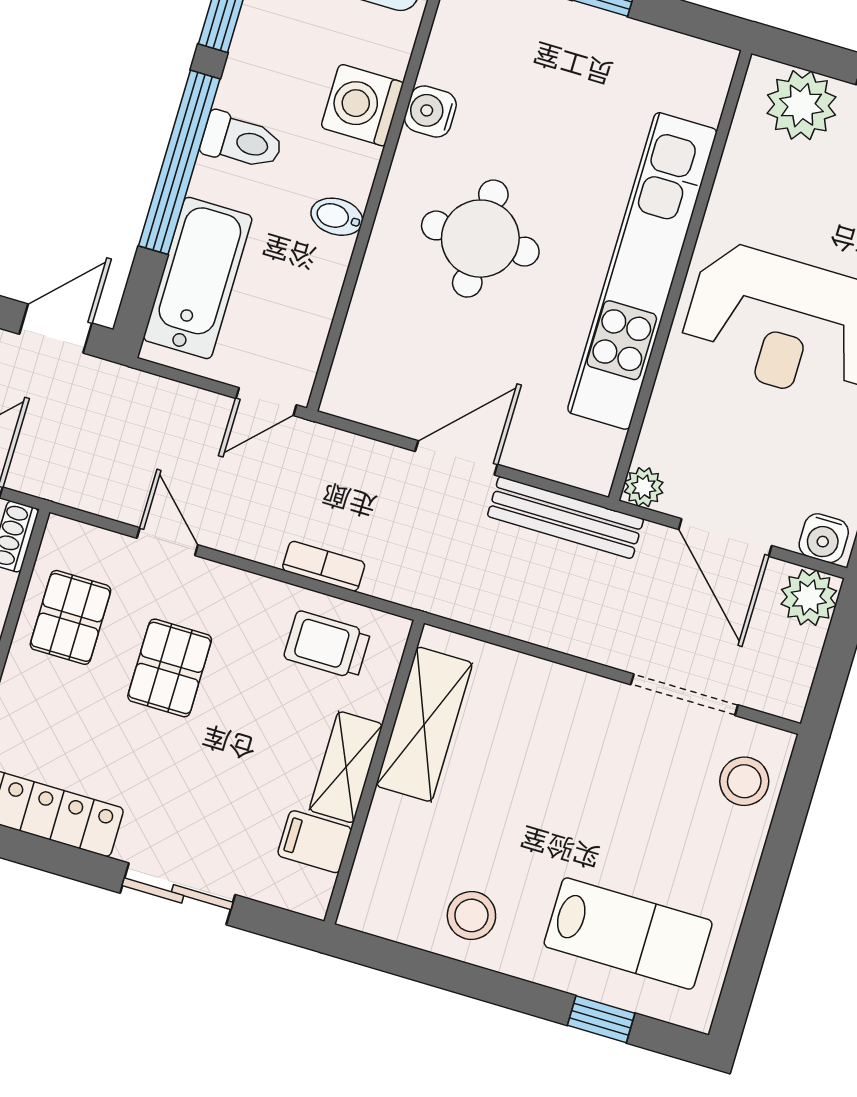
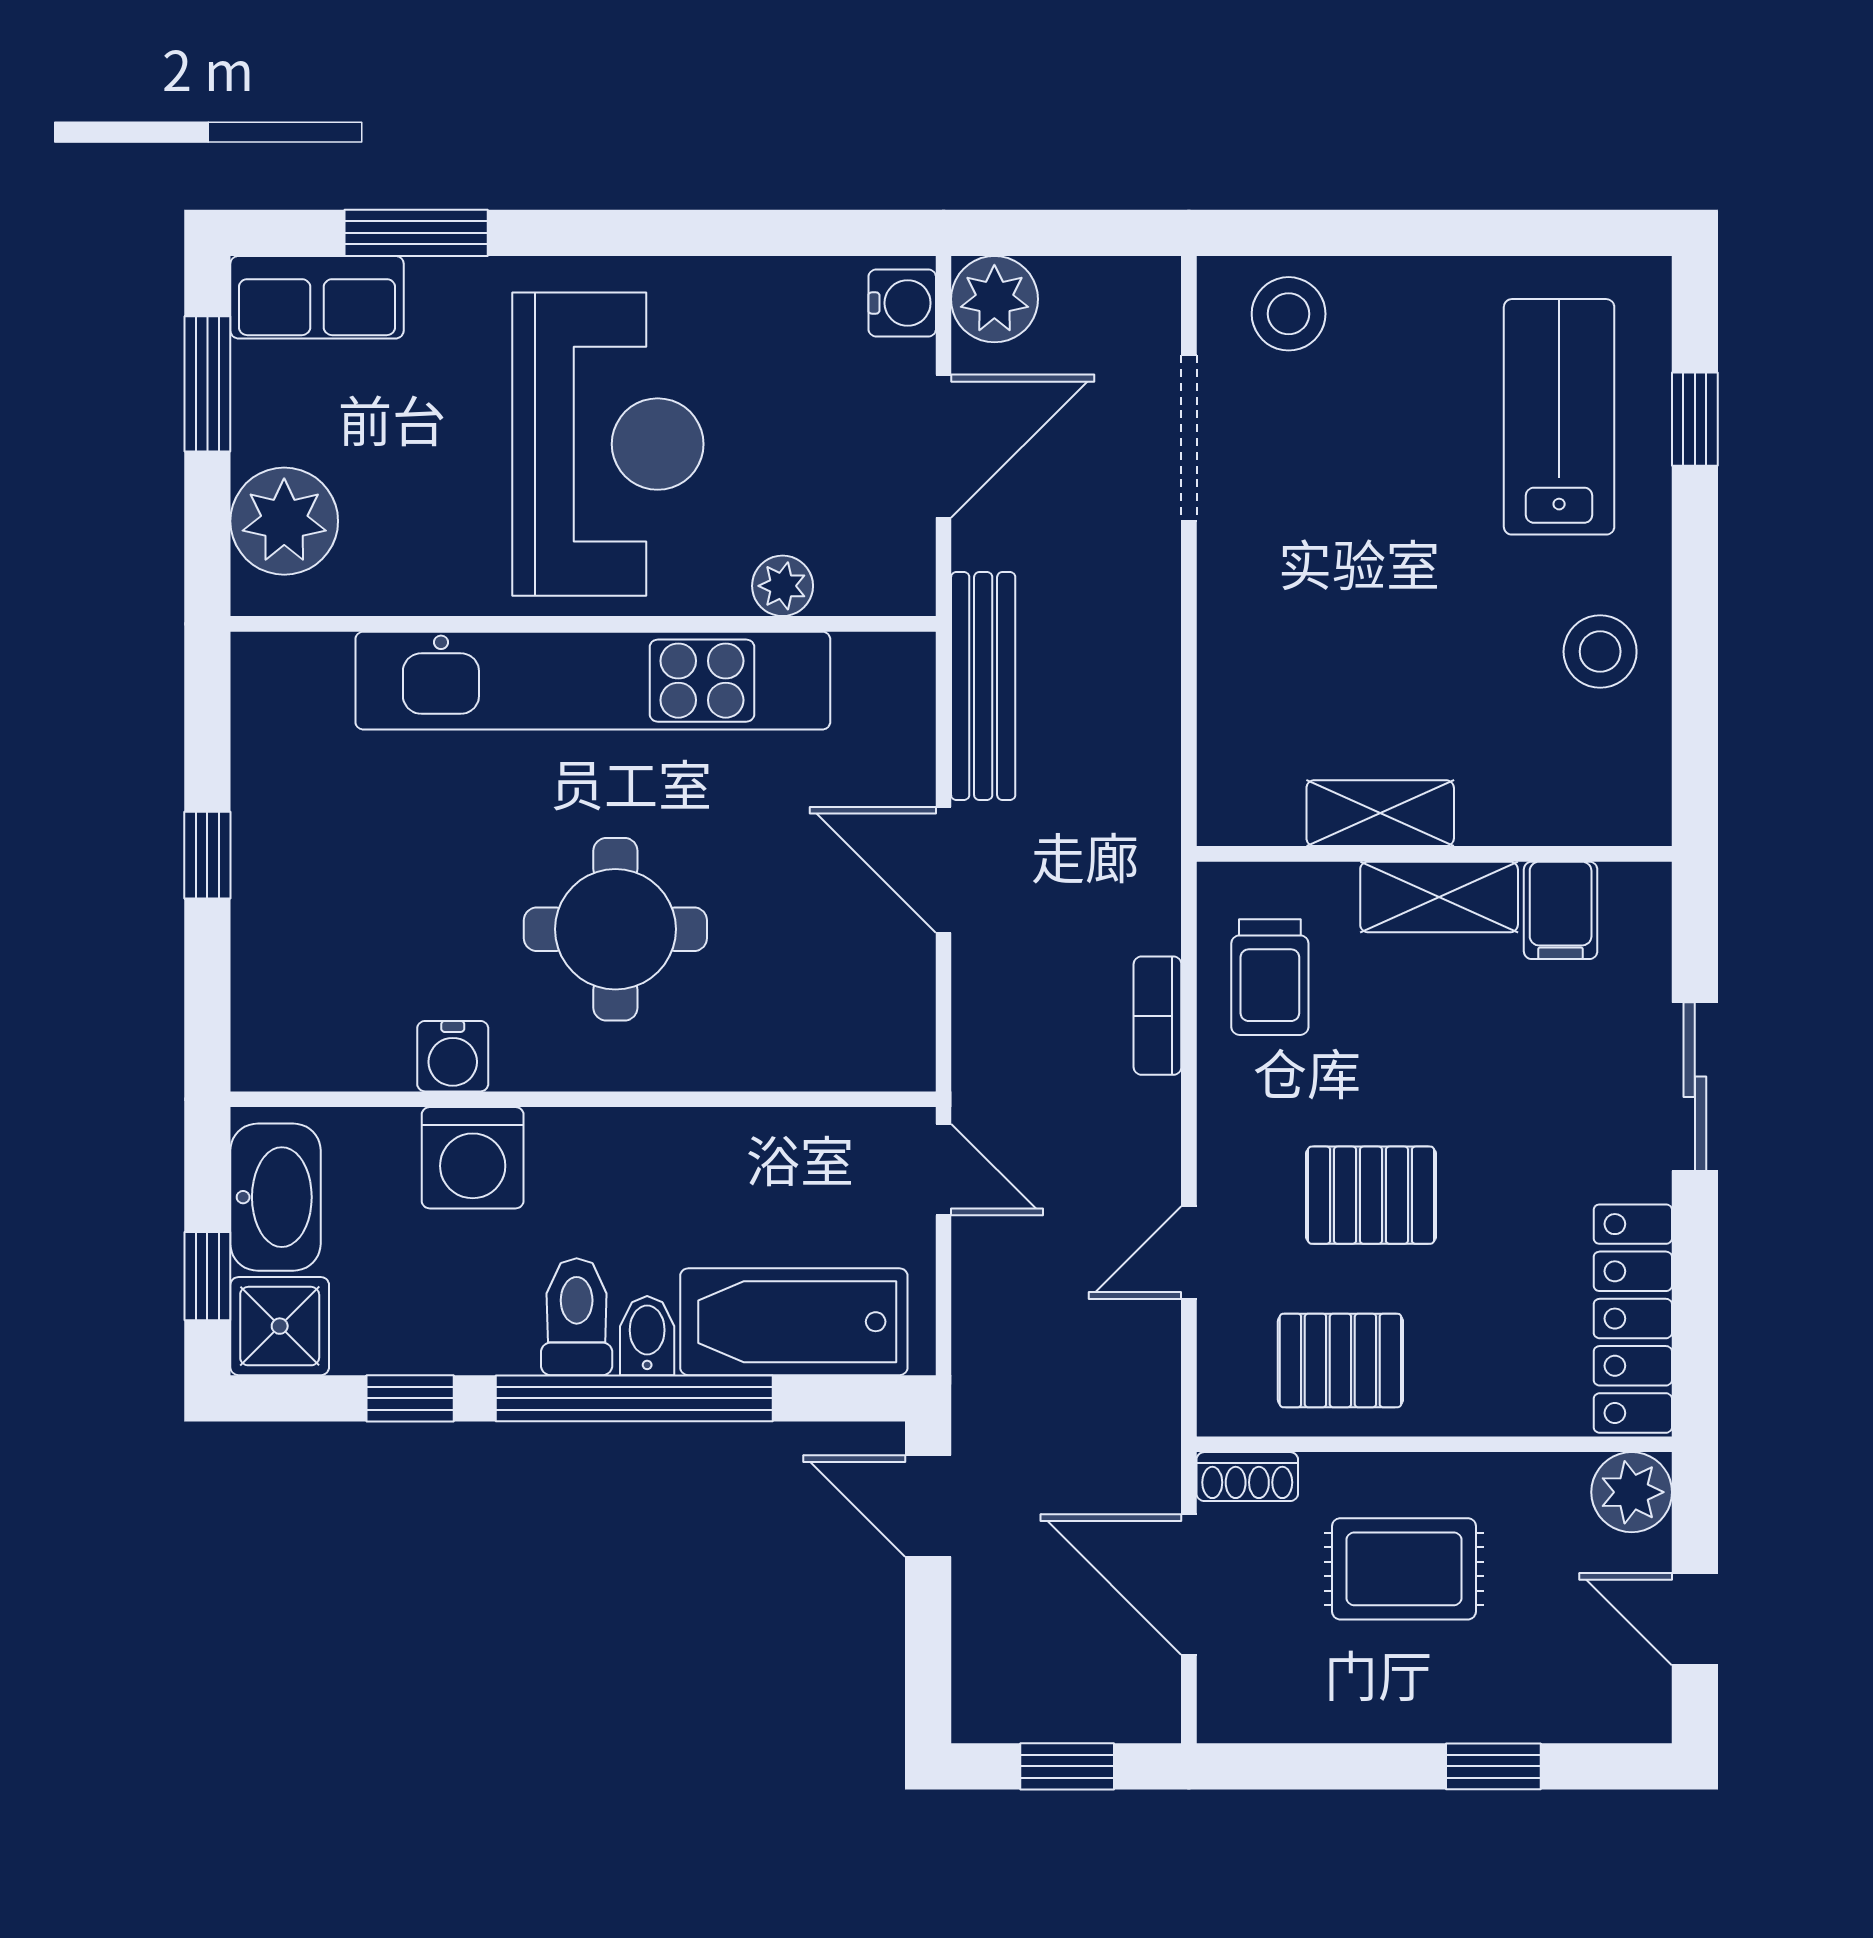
bidet: (337, 217) -> (647, 1336), moved, turned 180
plant: (644, 487) -> (783, 586), moved
shelving: (424, 724) -> (1380, 813), width x0.67, depth x0.75

